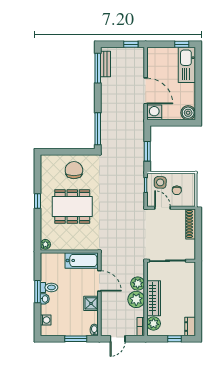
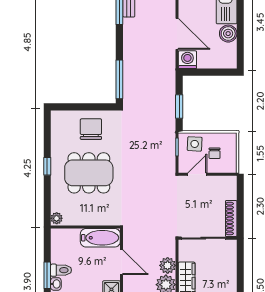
boiler: (188, 113) -> (228, 34), moved
door: (162, 208) -> (197, 174), hinge flipped
shoe rack: (191, 224) -> (231, 219), moved

